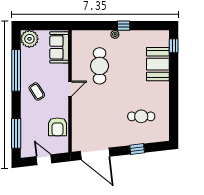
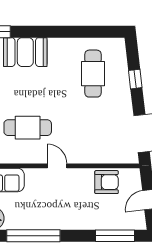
coffee table: (37, 91) -> (61, 209), removed
cafe table: (141, 116) -> (93, 74), width x1.37, depth x1.35

